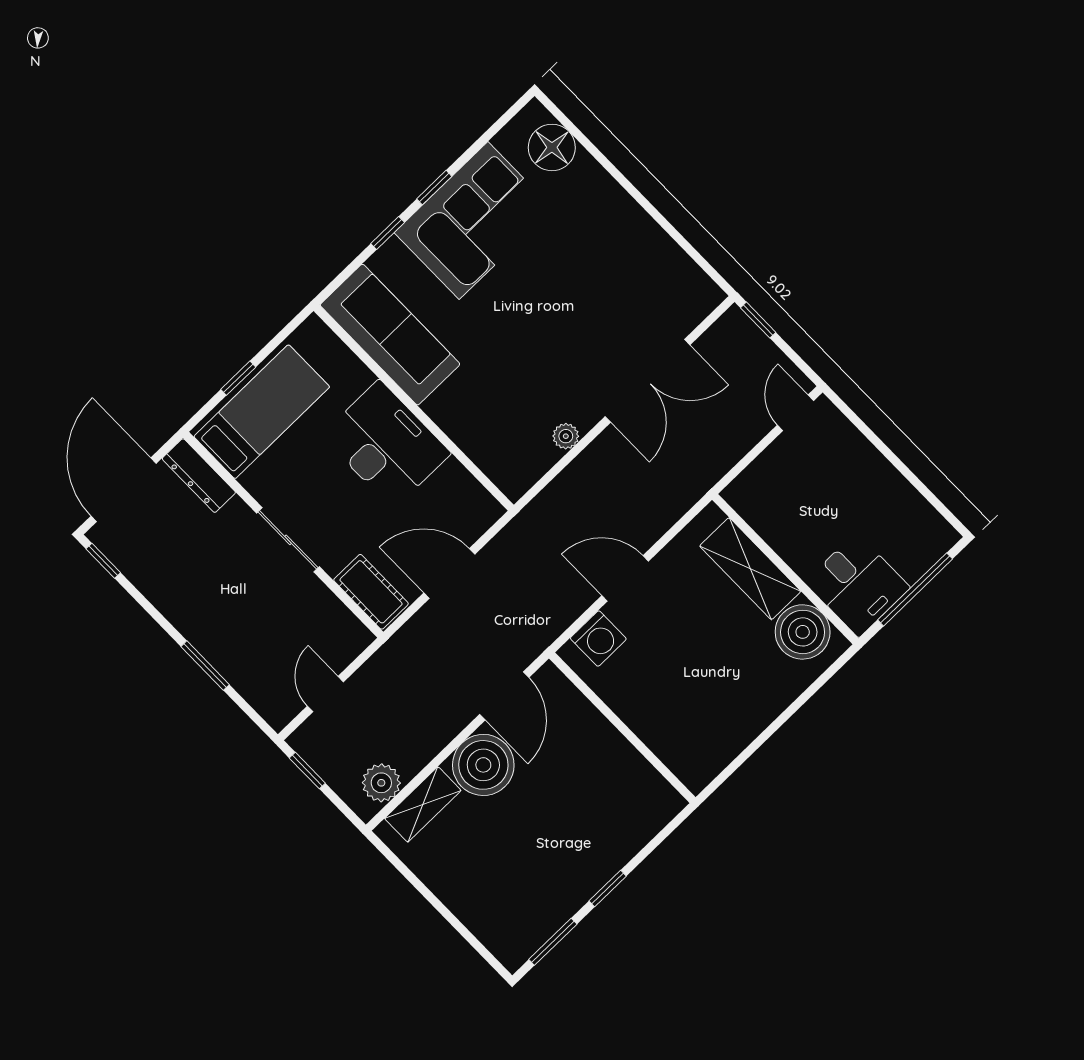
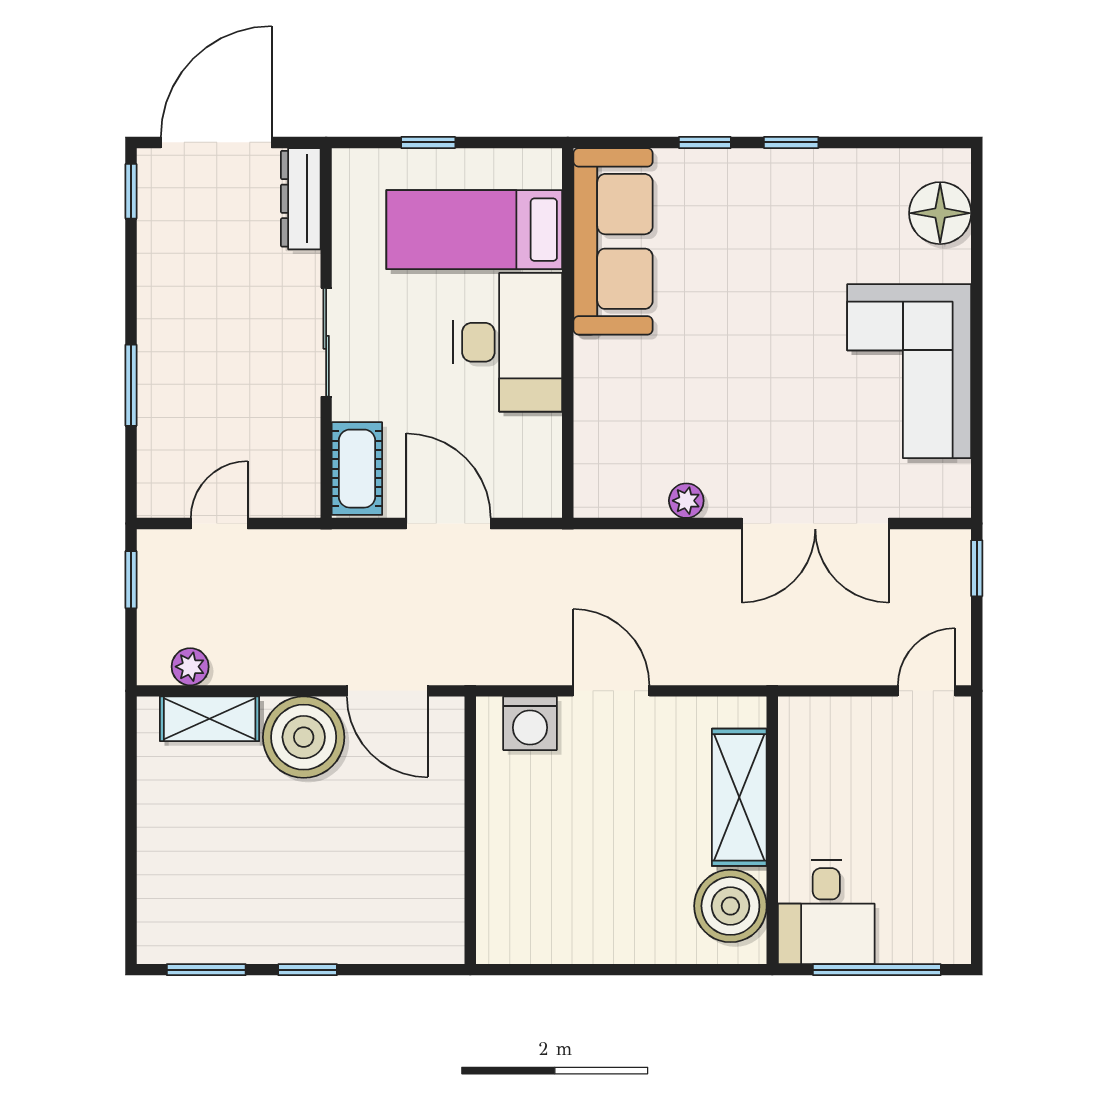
corner sofa: (473, 221) -> (909, 371), moved, turned 90
bed: (262, 412) -> (474, 230), moved, turned 180
door: (504, 696) -> (387, 691), hinge flipped
plant: (381, 783) -> (190, 667), width x0.73, depth x0.73

